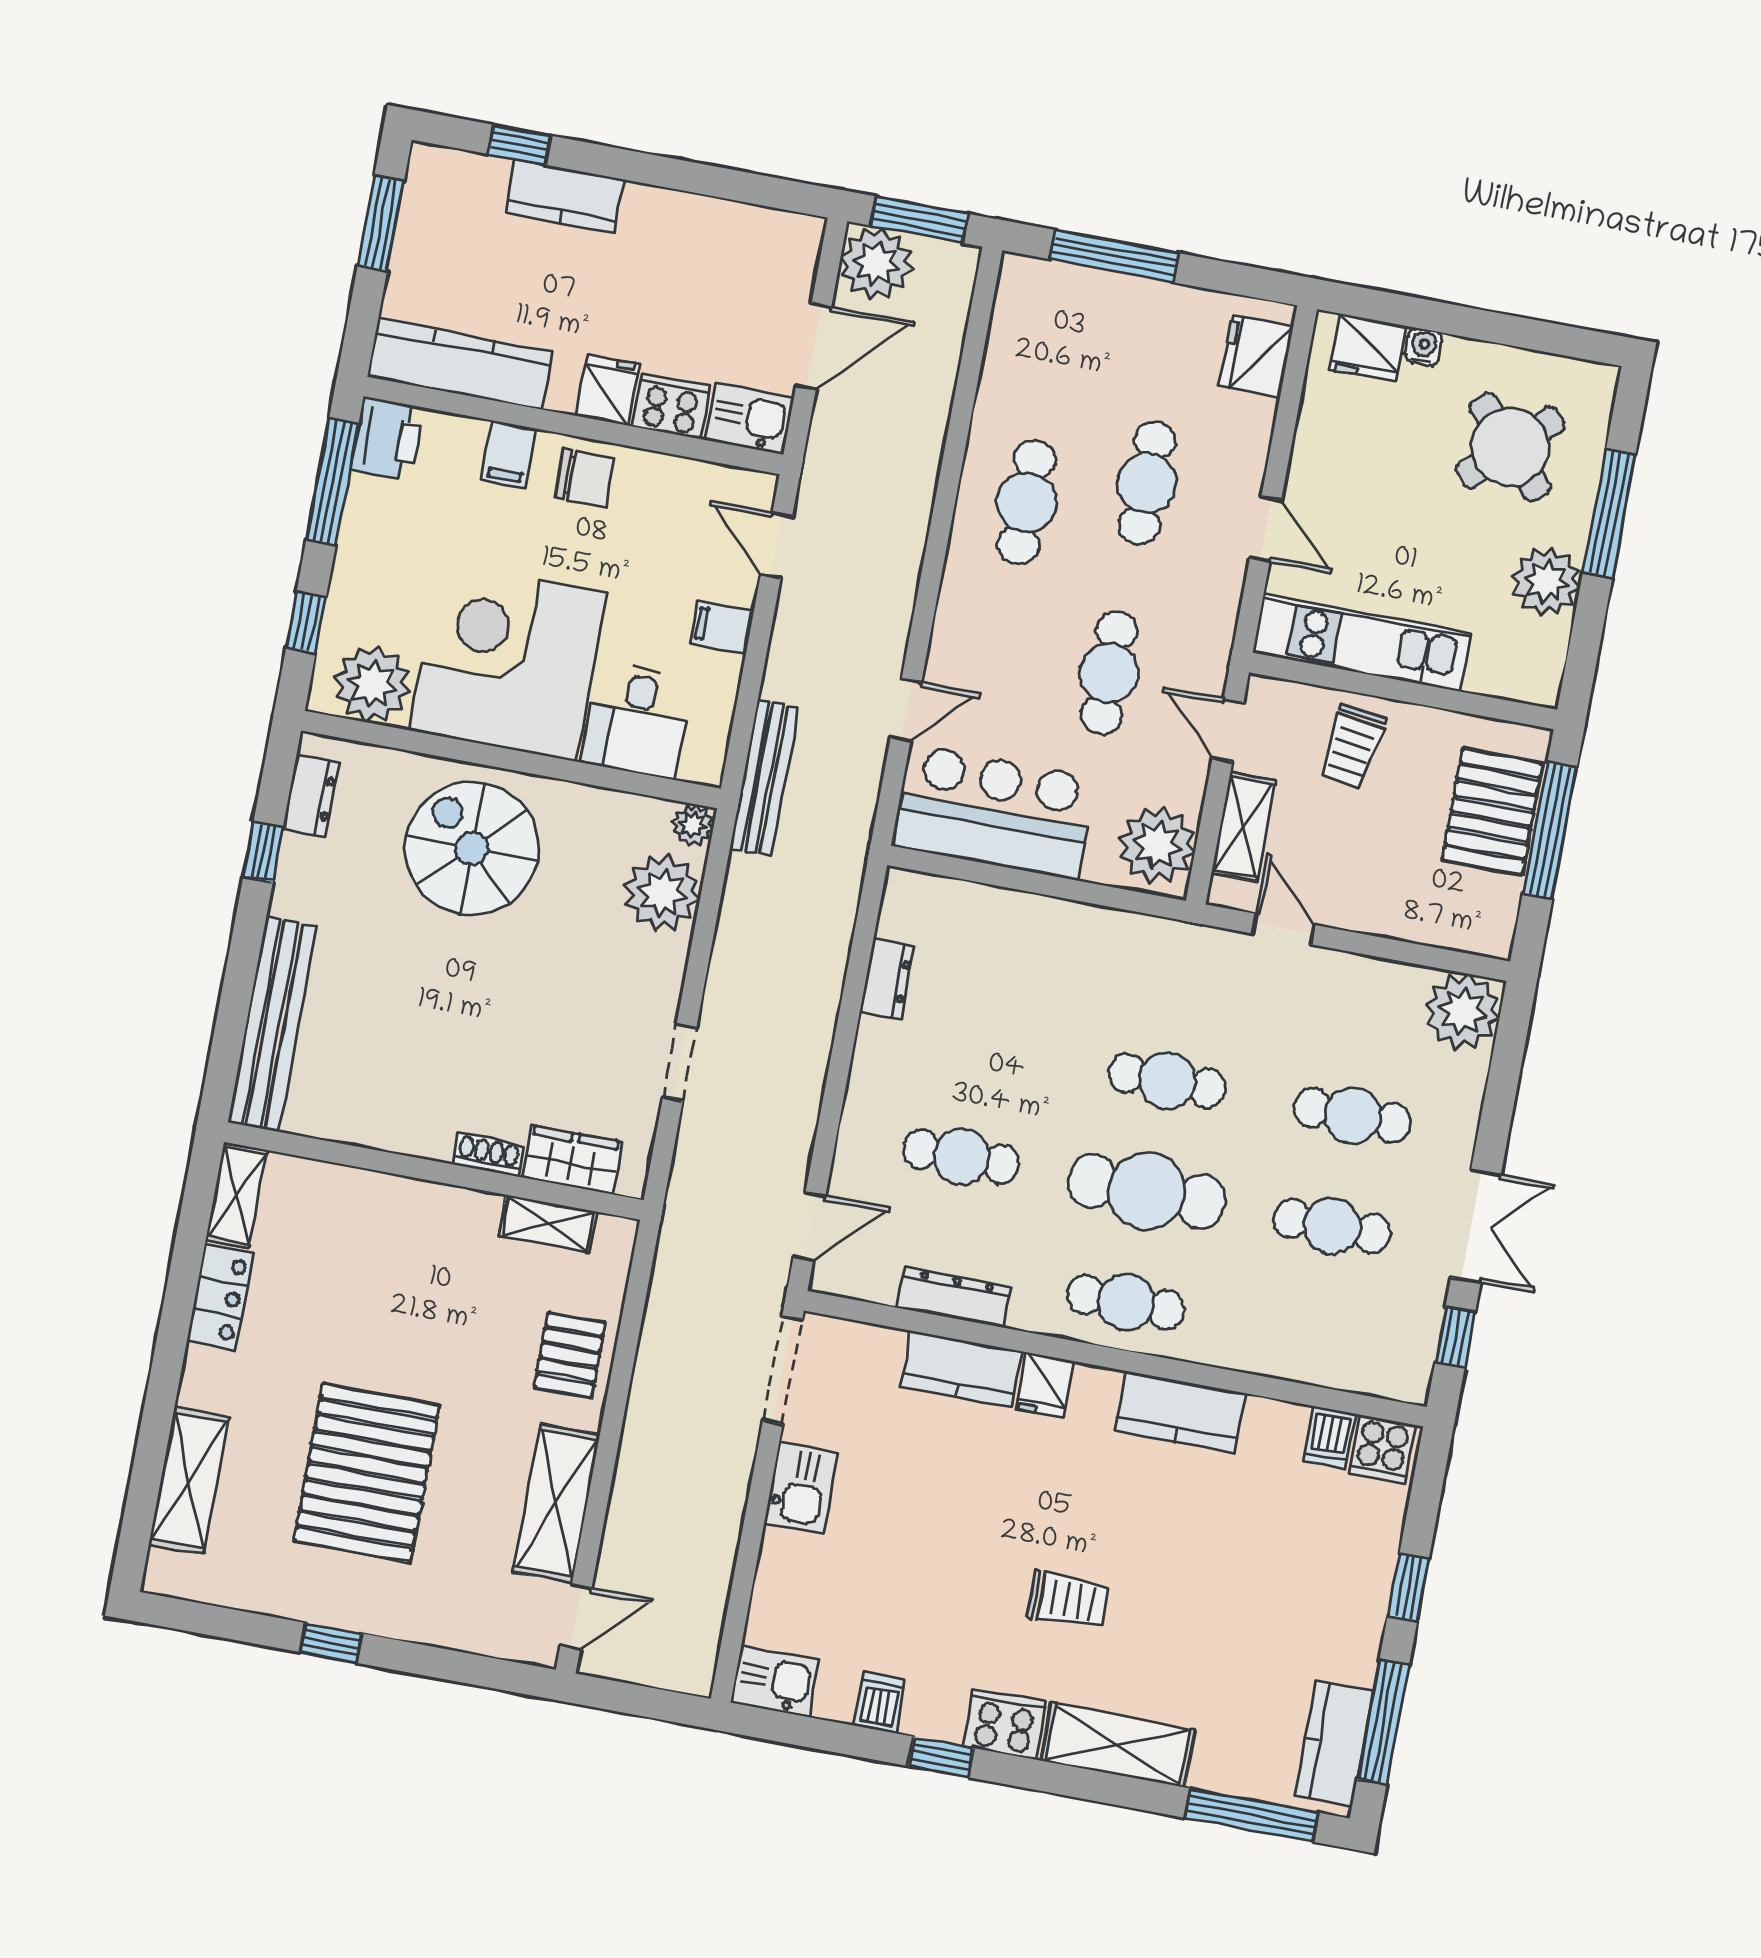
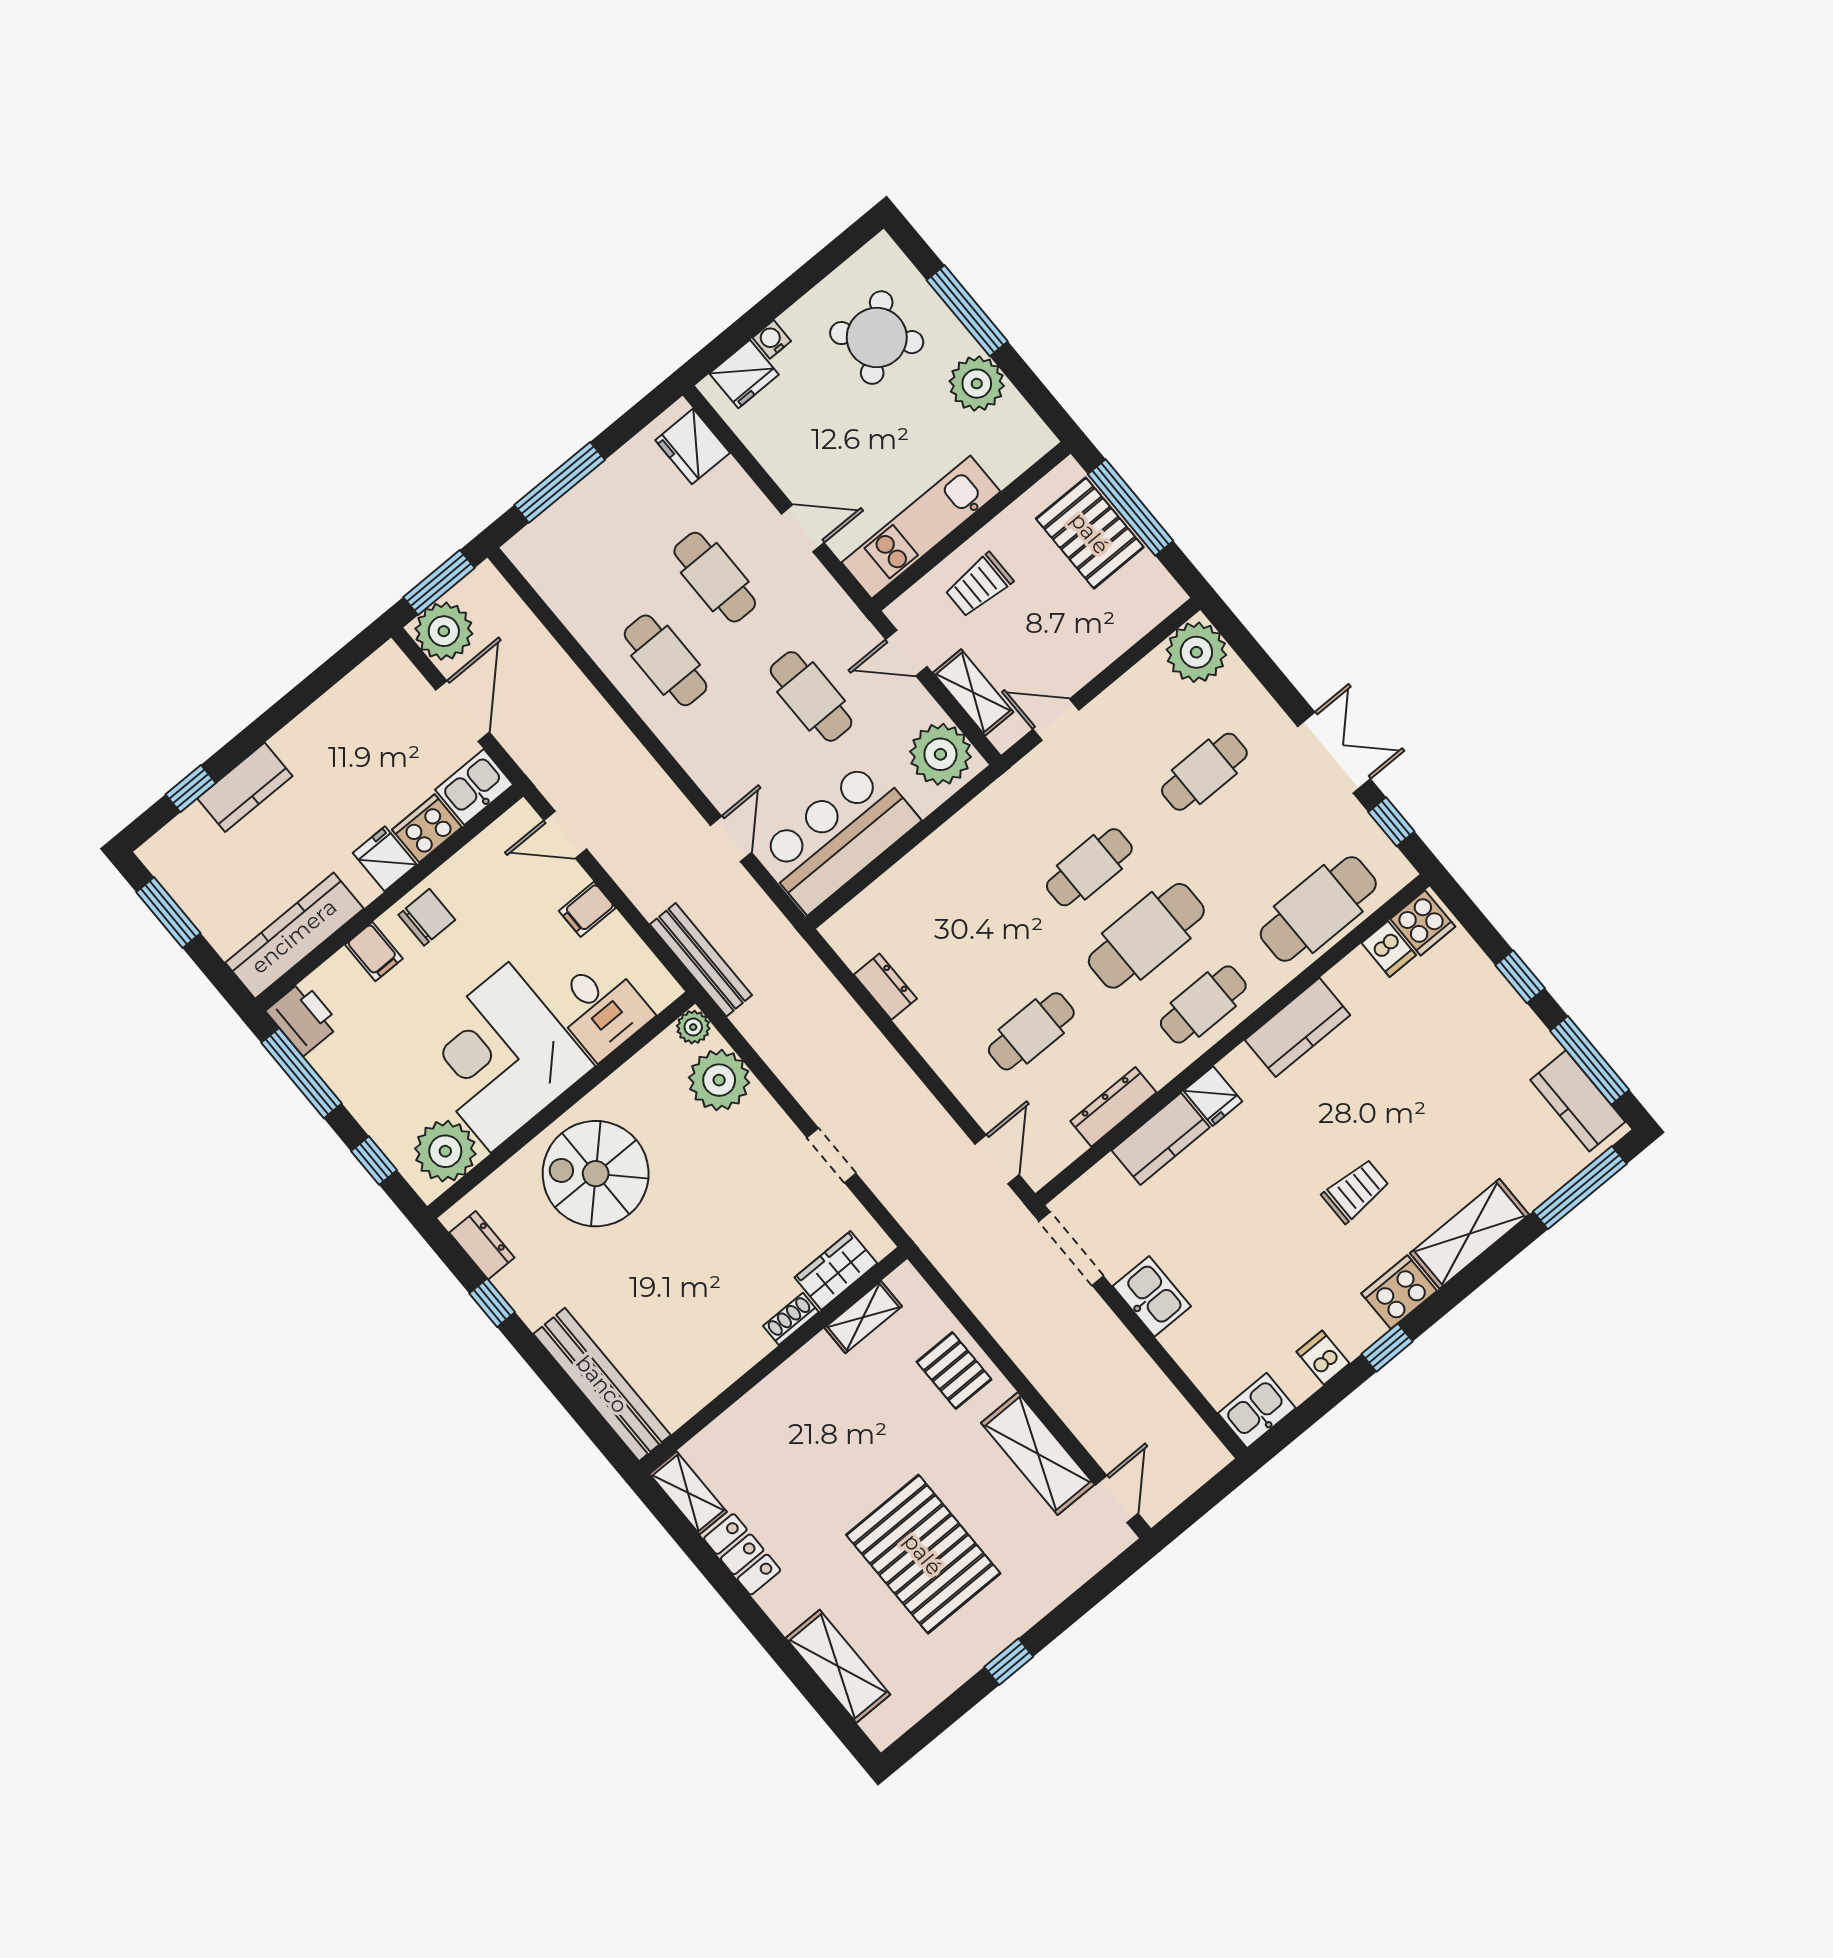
trolley: (1352, 746) -> (979, 585), turned 82
cafe table: (1332, 1226) -> (1318, 909), moved, width x1.37, depth x1.35

